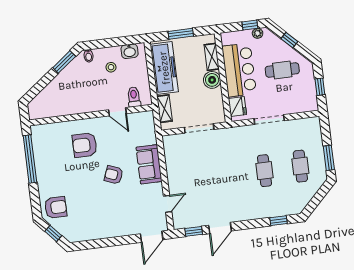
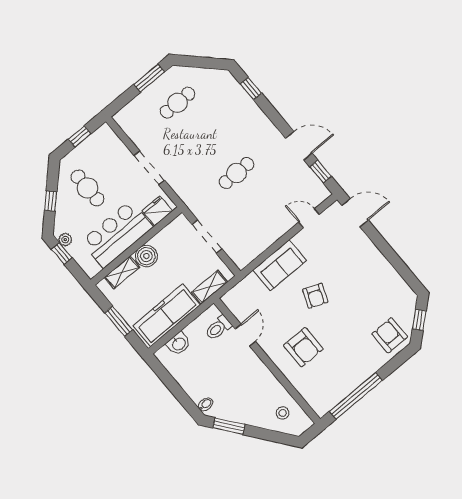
washbasin: (130, 51) -> (179, 344), moved, turned 90
stool: (111, 67) -> (283, 413), moved
cafe table: (264, 171) -> (237, 173), moved

